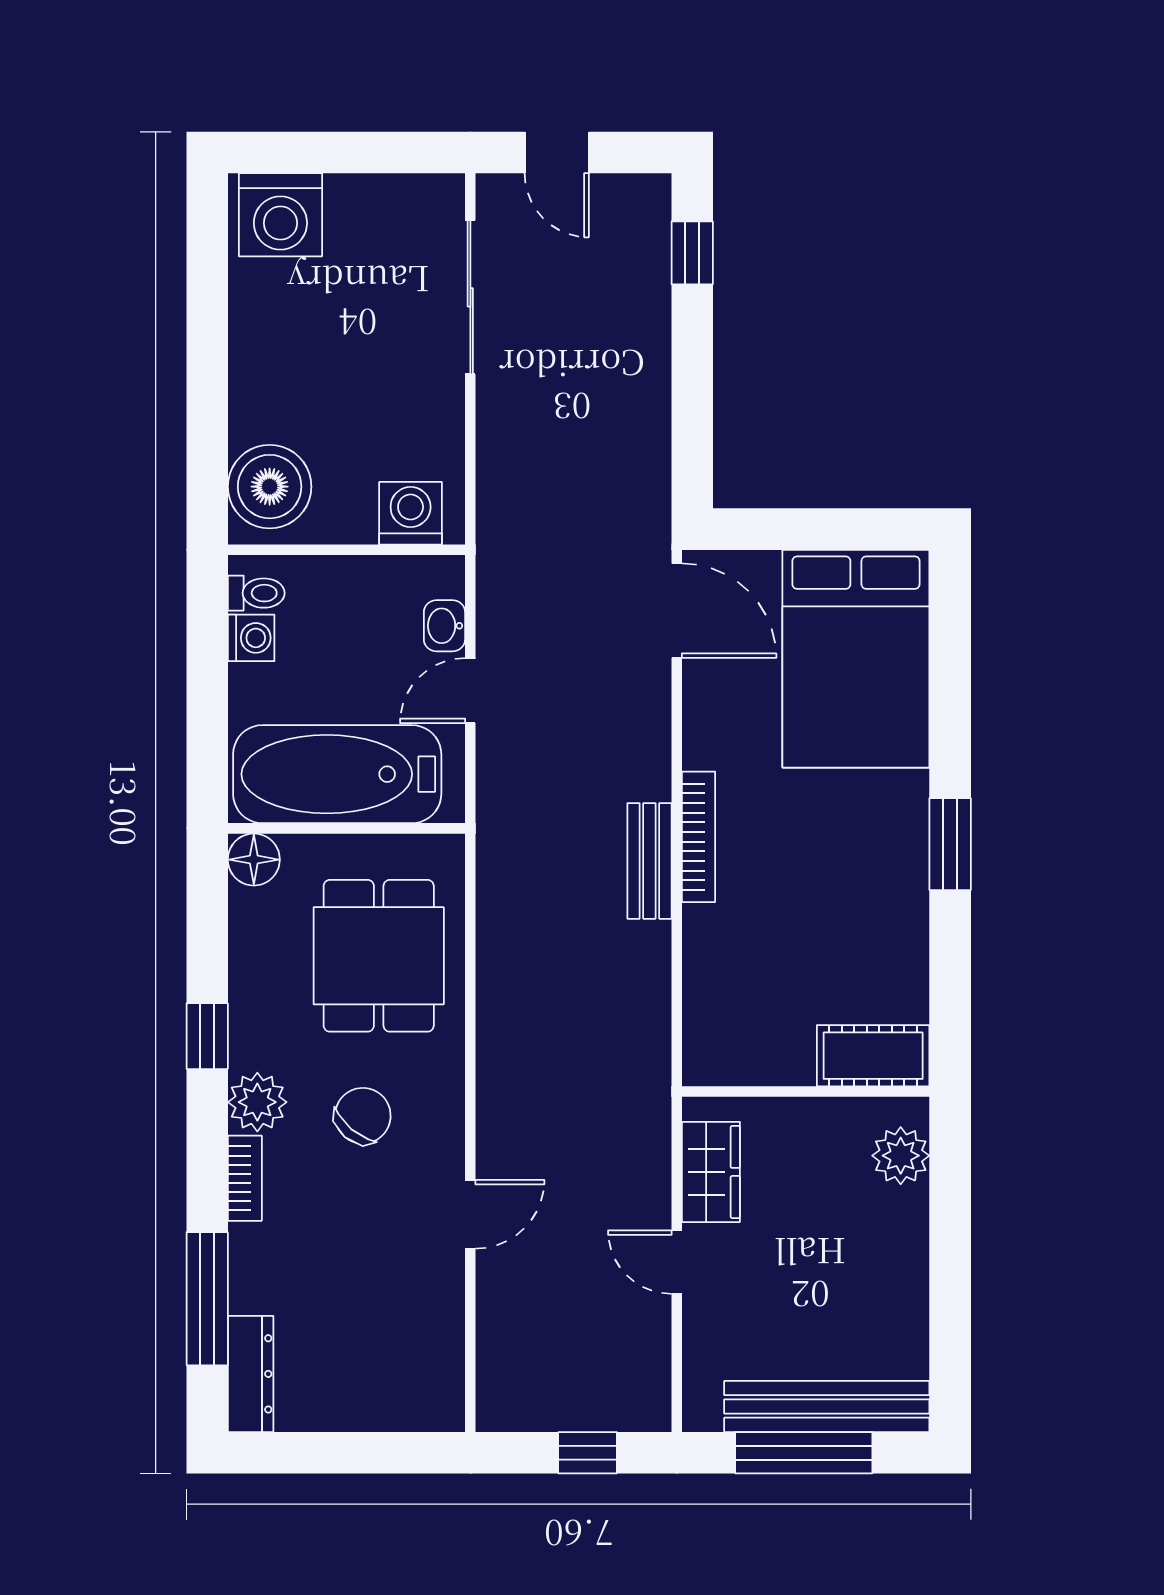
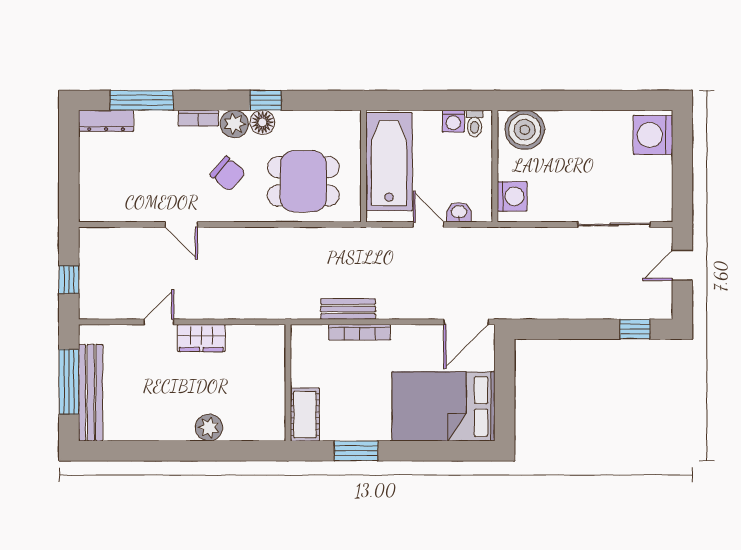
floor lamp: (254, 860) -> (262, 122), moved
cot: (873, 1056) -> (305, 415), moved
wall: (806, 1091) -> (288, 383), moved

